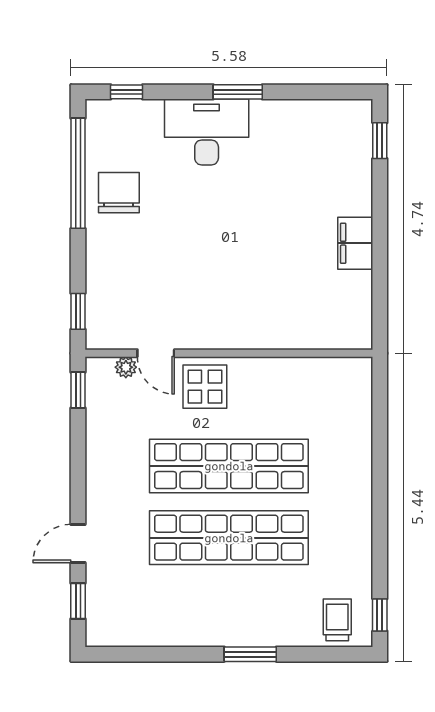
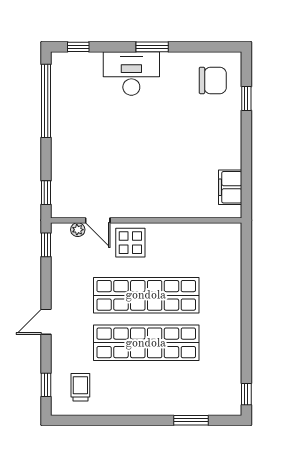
window: (380, 141) -> (246, 99), moved
chair: (119, 193) -> (213, 80), moved, turned 90
filing cabinet: (355, 243) -> (230, 187), moved
door: (78, 544) -> (46, 322), moved
trolley: (337, 620) -> (80, 387), moved
window: (250, 654) -> (191, 420), moved

